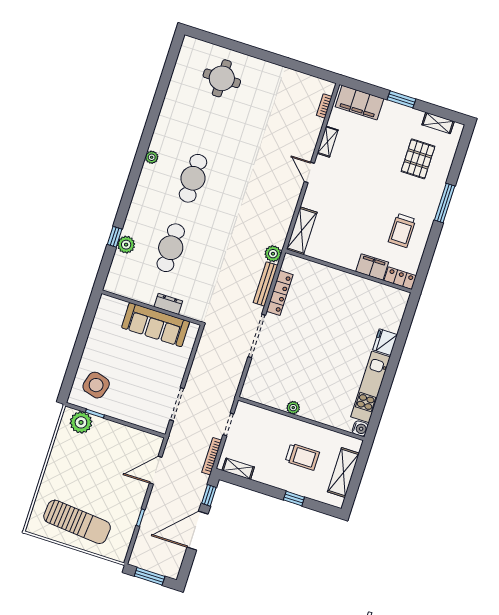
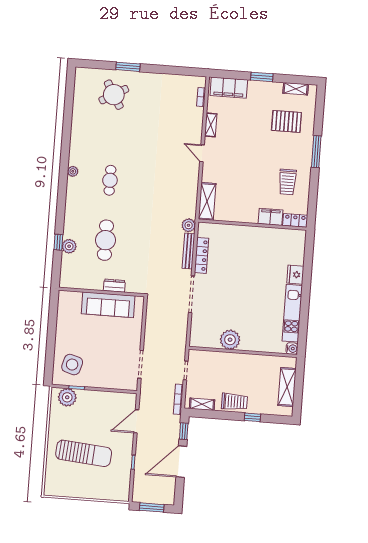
window: (246, 50) -> (128, 67), added
round table: (222, 78) -> (114, 95), turned -30
pallet: (418, 159) -> (286, 121), turned 90
cafe table: (193, 178) -> (110, 180), width x0.73, depth x0.74
plant: (293, 408) -> (230, 340), width x1.87, depth x1.87
trolley: (302, 457) -> (234, 402), moved
sun lounger: (77, 522) -> (84, 453), moved

